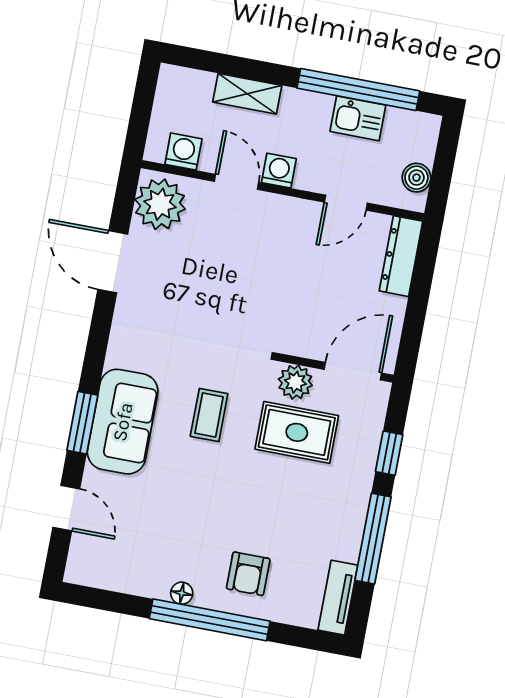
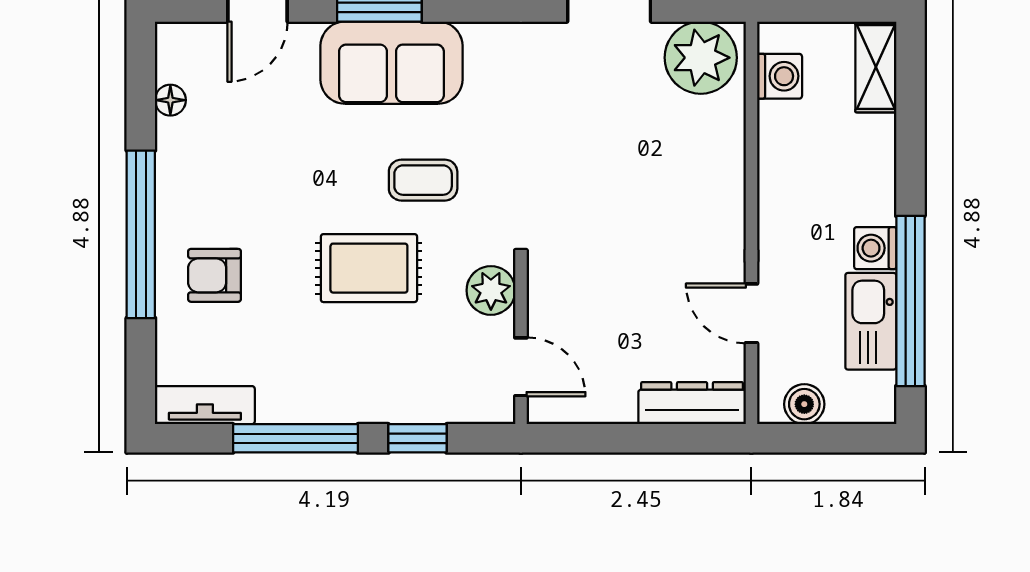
shelving: (247, 94) -> (876, 67), moved
kitchen sink: (358, 118) -> (871, 321), width x1.37
washing machine: (279, 171) -> (875, 248), moved, turned 180
door: (236, 182) -> (751, 157), removed
door: (353, 371) -> (521, 367), width x0.73
rug: (297, 432) -> (369, 268), moved, turned 90
floor lamp: (182, 593) -> (170, 100), moved

